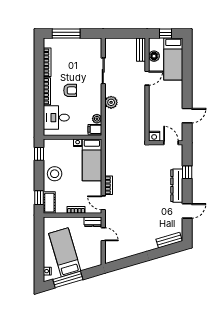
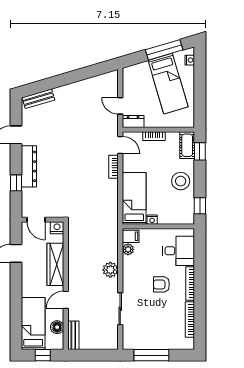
window: (66, 34) -> (151, 355), moved
wardrobe: (155, 107) -> (55, 264), added

